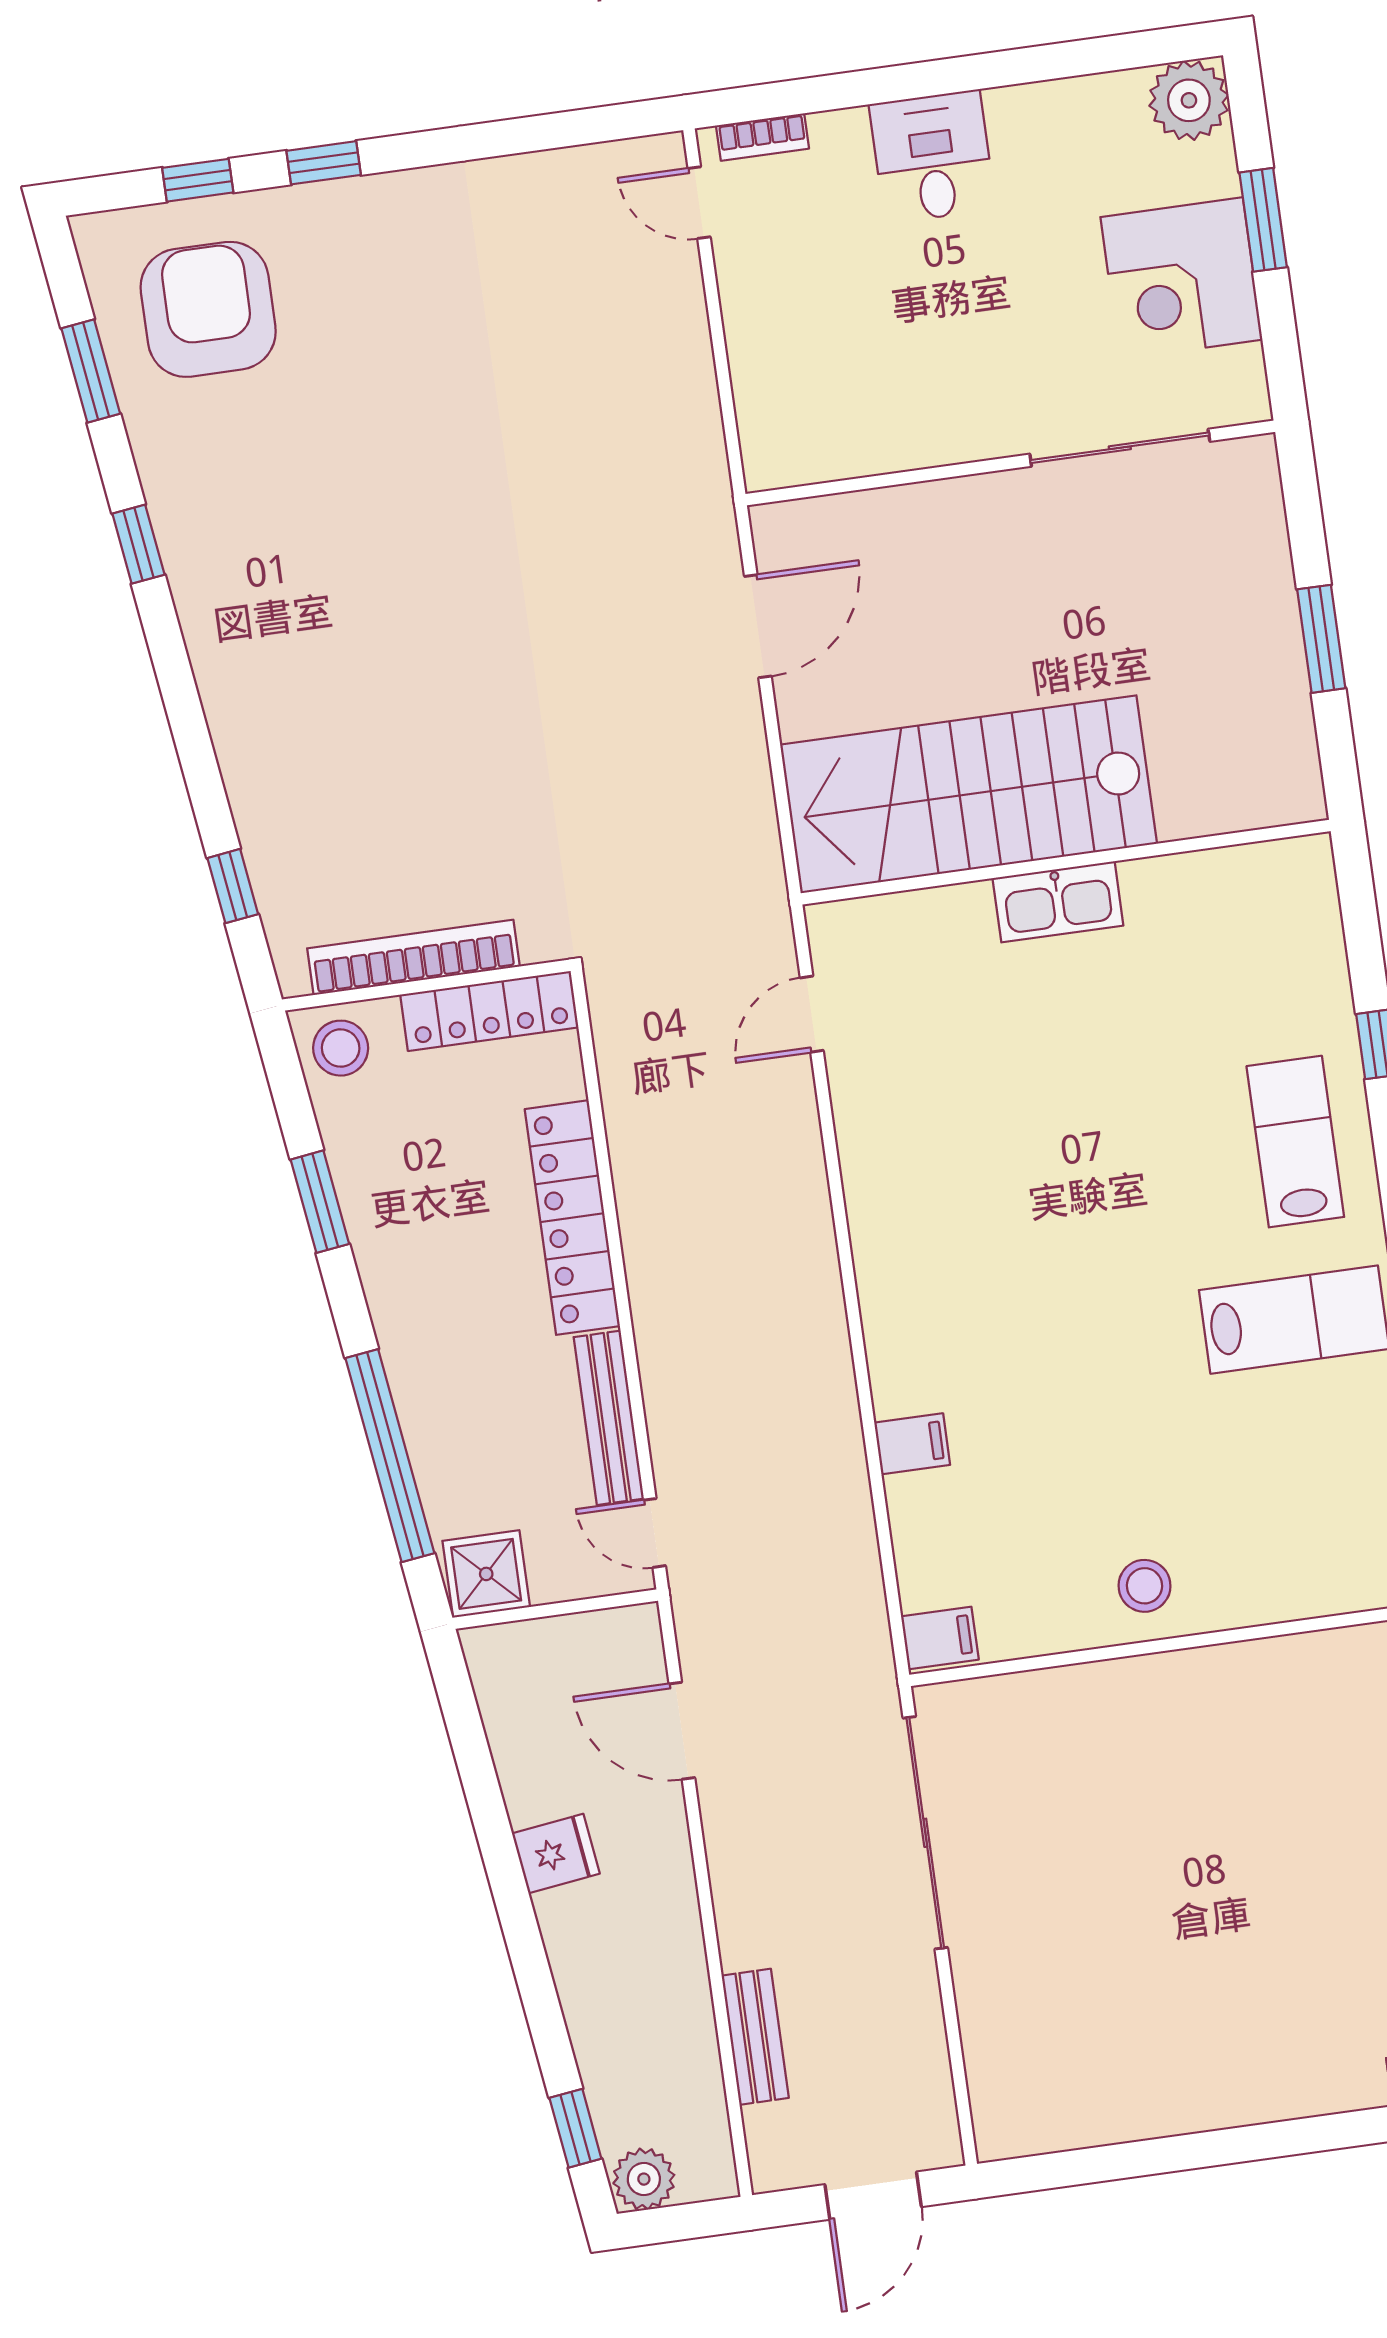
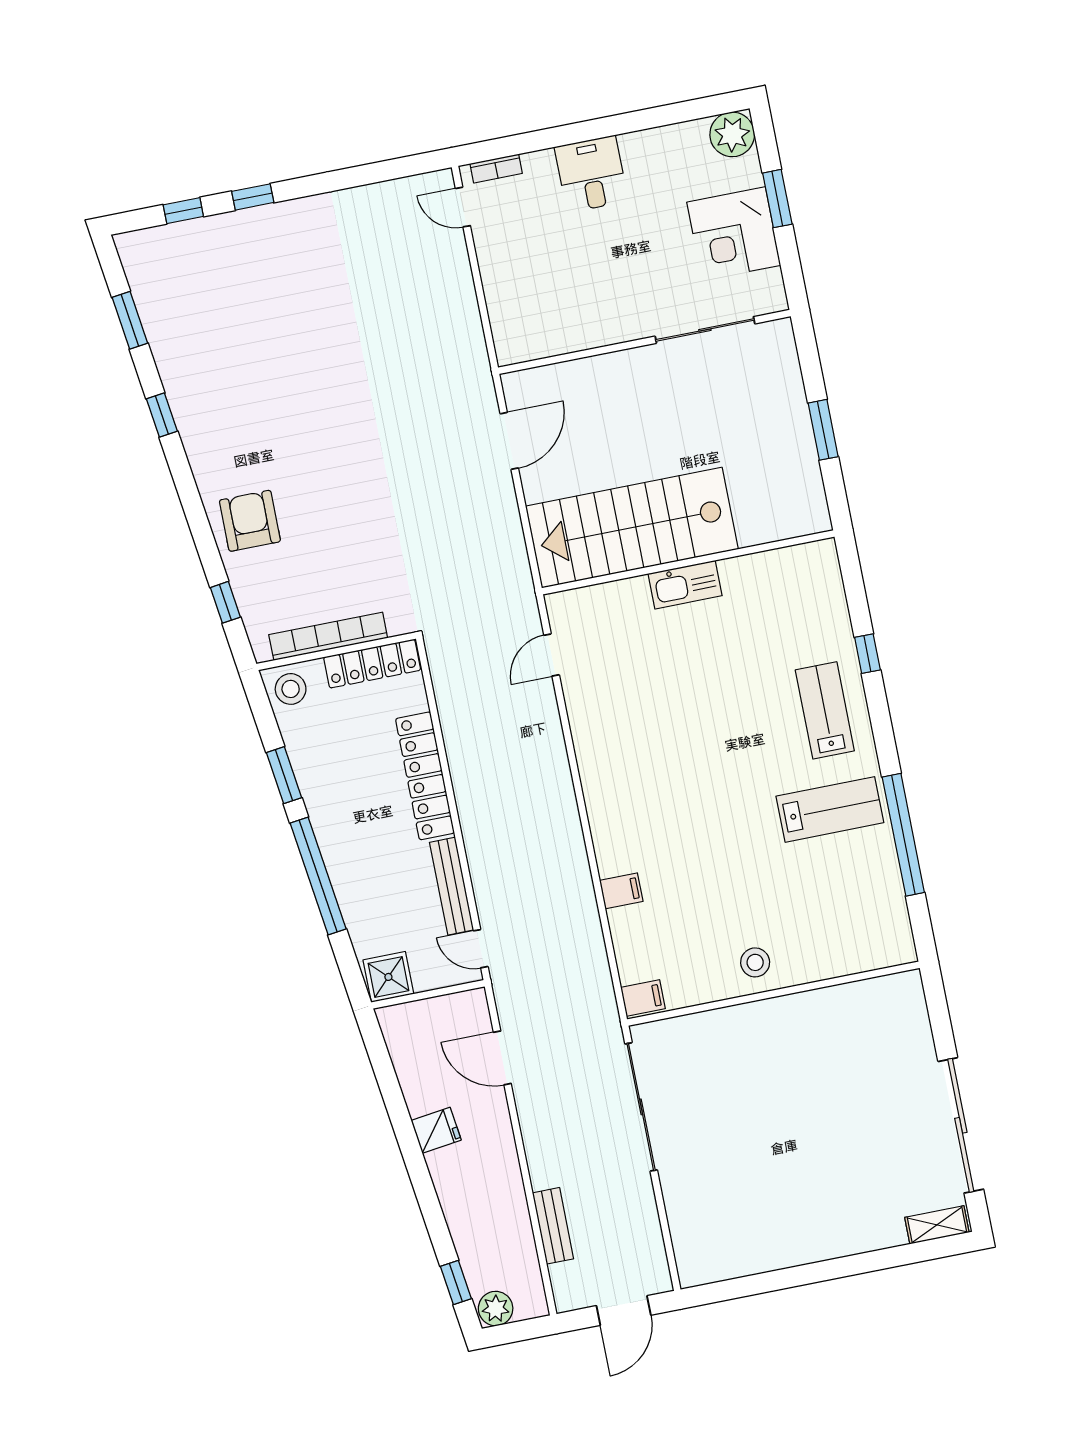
armchair: (208, 309) -> (250, 521), moved, width x0.73, depth x0.73
window: (390, 1456) -> (318, 876), moved

